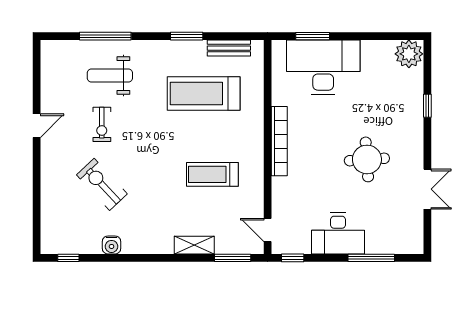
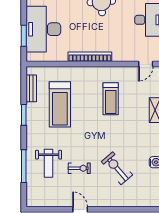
exercise bike: (102, 184) -> (117, 168), turned 92

